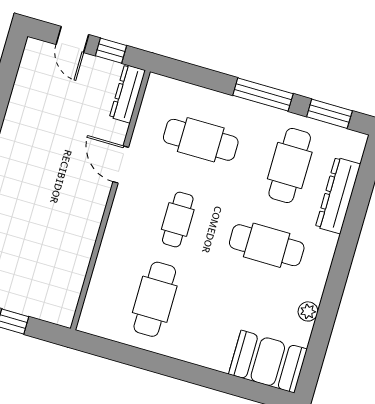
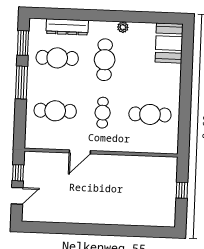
dresser: (127, 94) -> (40, 158), removed
cafe table: (201, 140) -> (55, 111), turned 90
cafe table: (178, 220) -> (103, 113), turned 90
plant: (308, 311) -> (123, 27), moved

